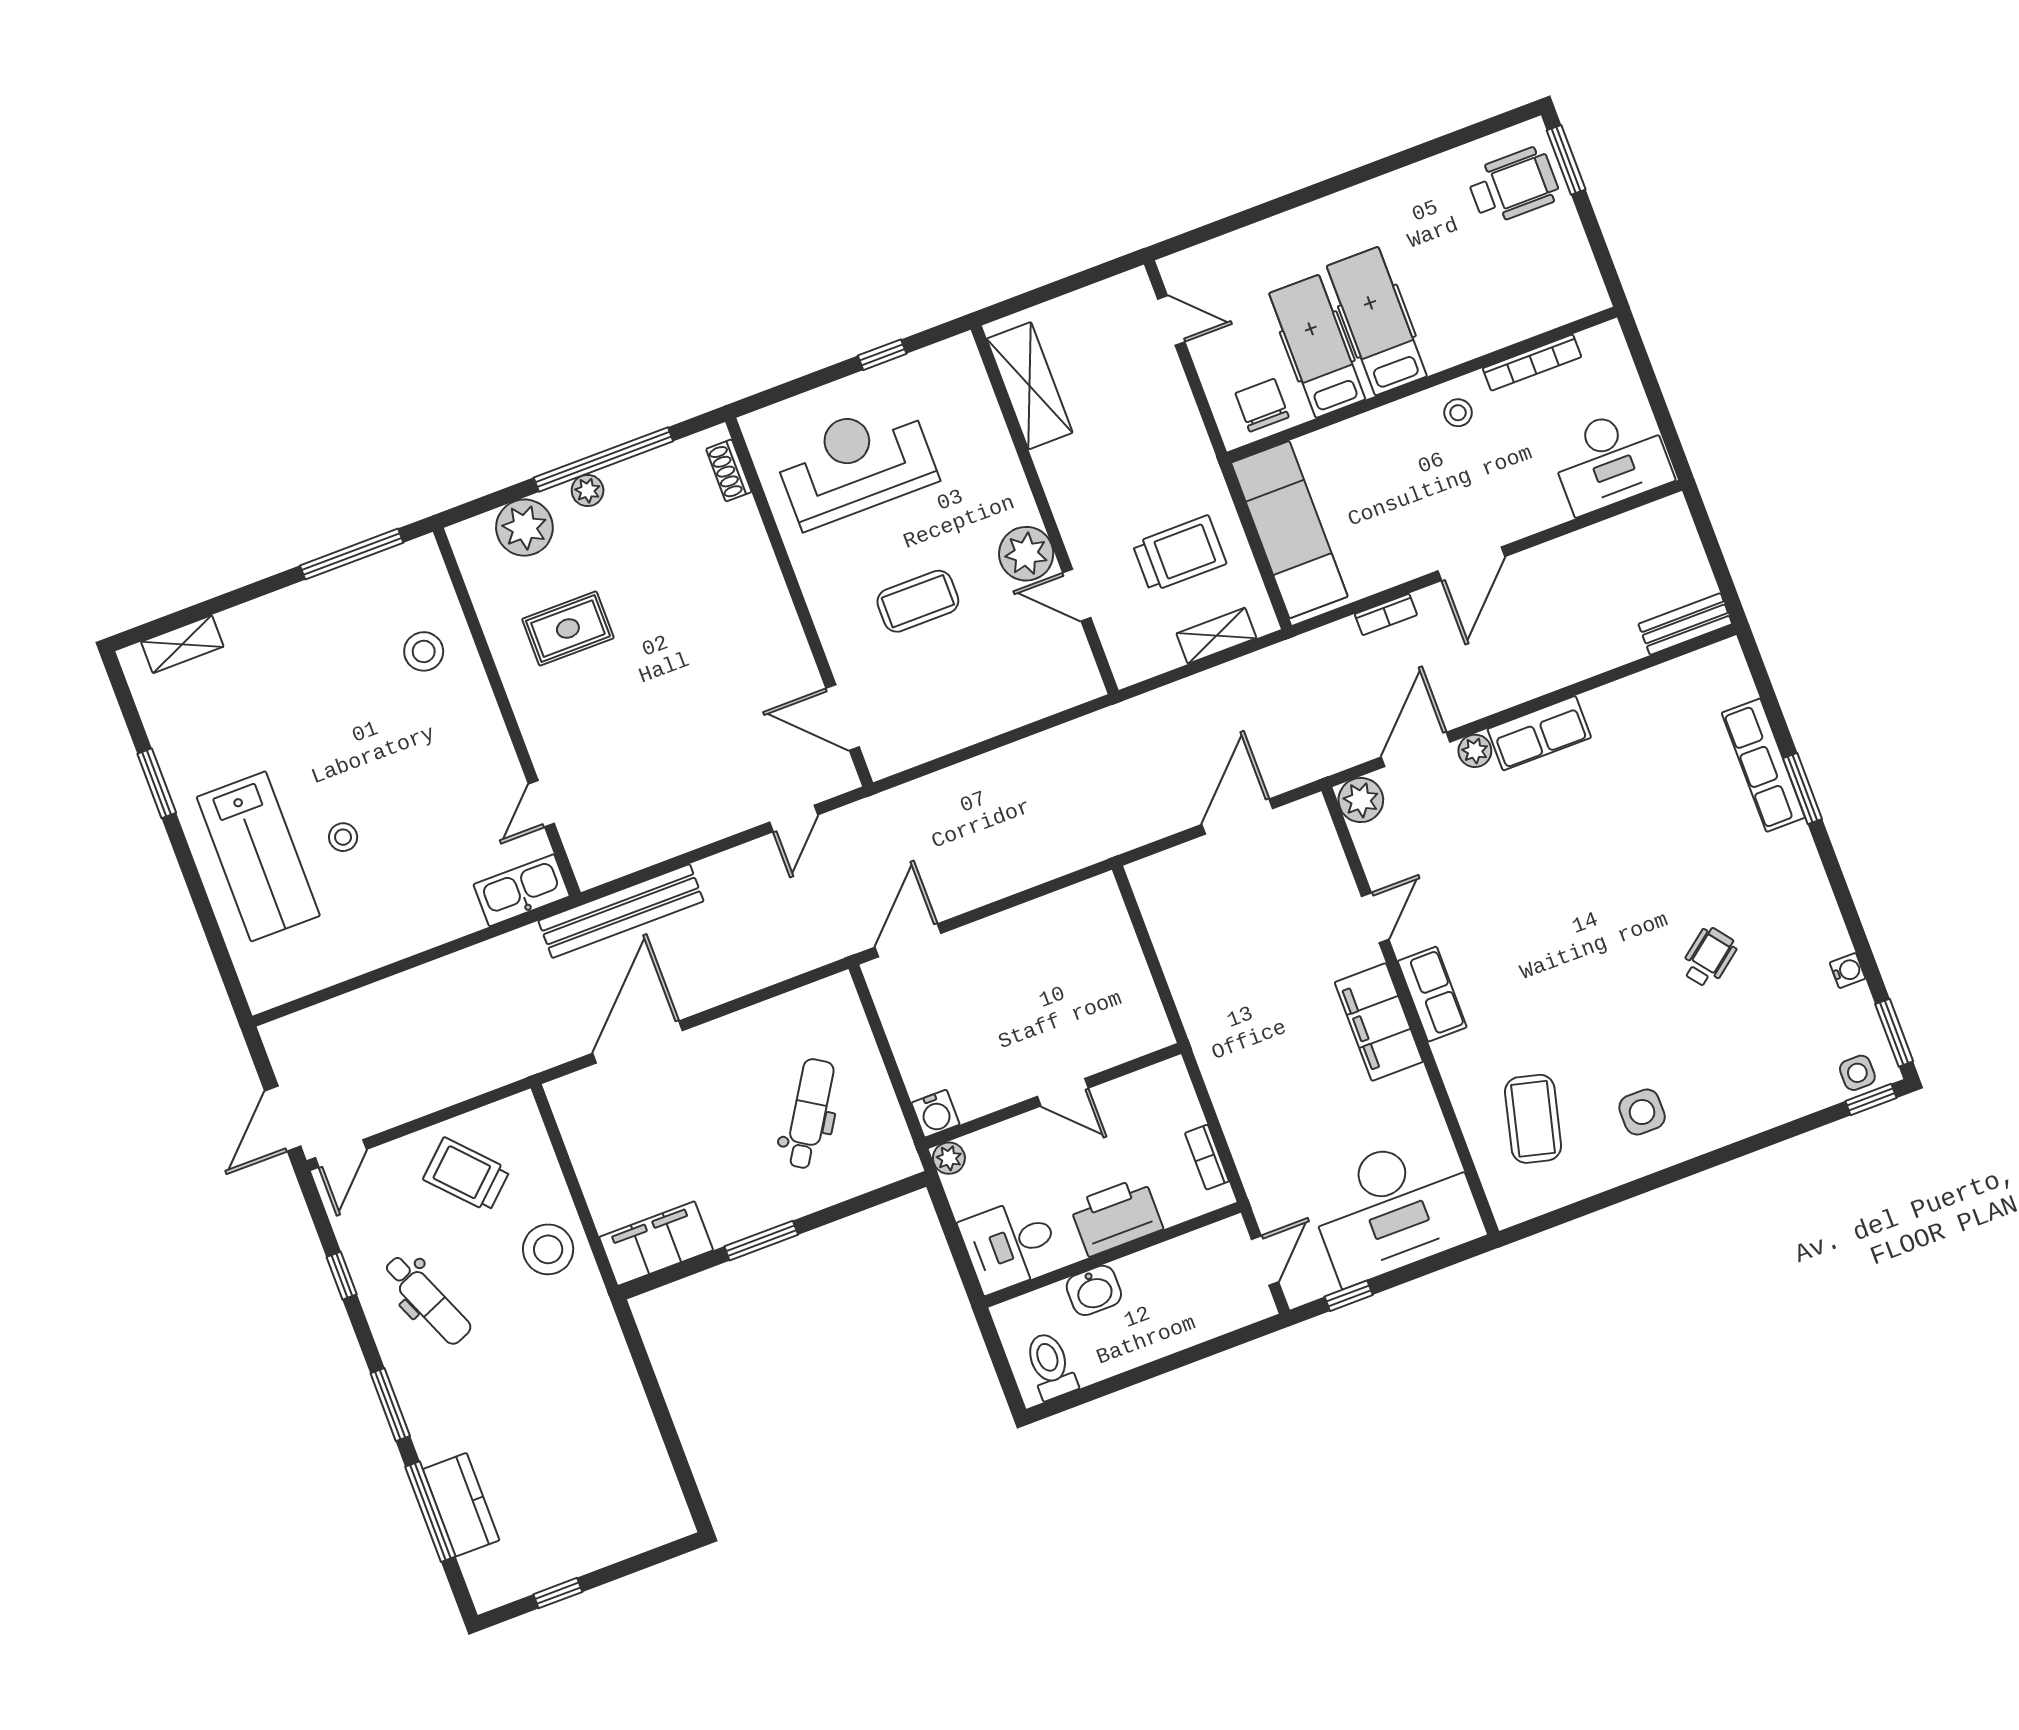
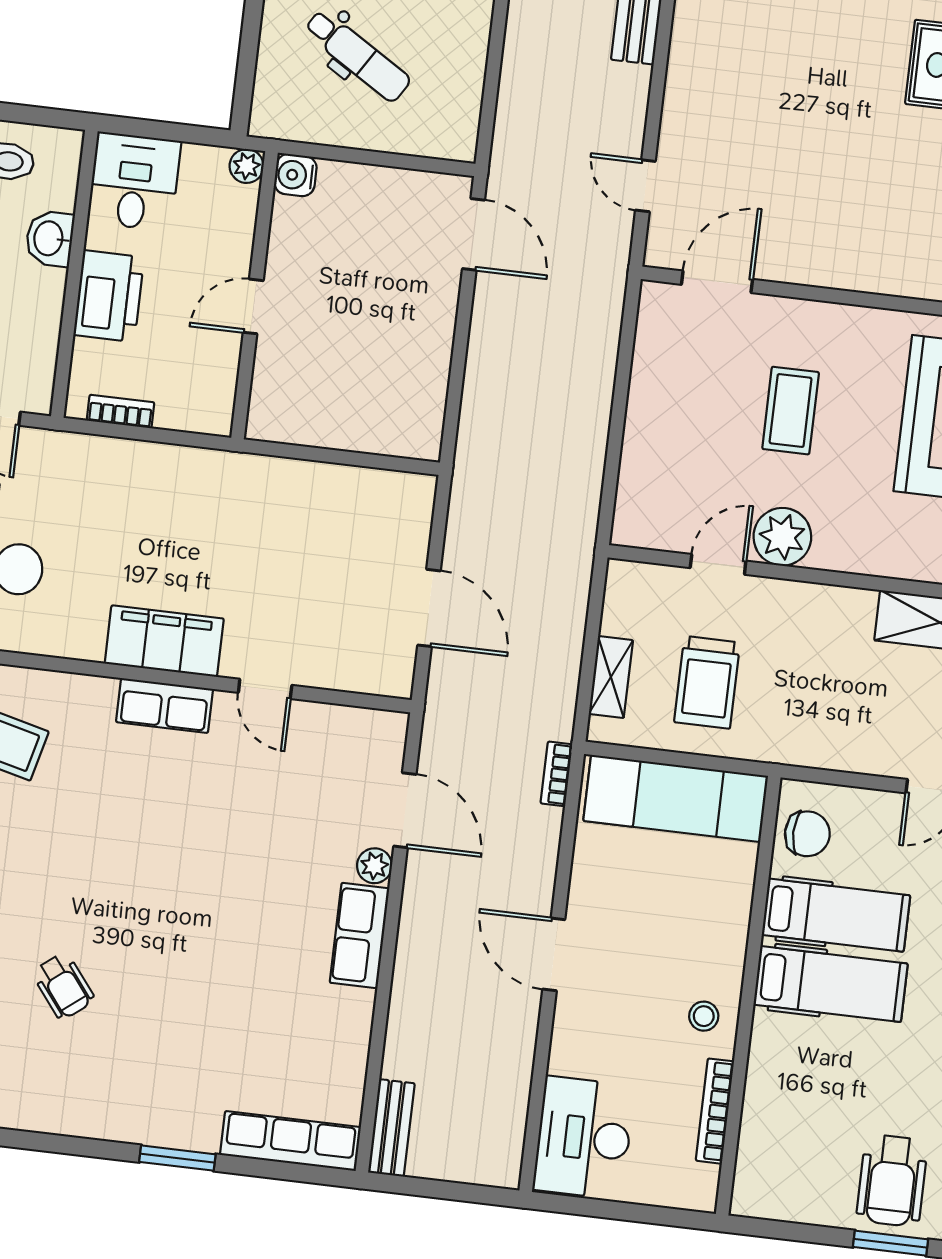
bookcase: (1386, 614) -> (557, 774), moved
row of seats: (1763, 765) -> (290, 1141), moved
plant: (1361, 800) -> (384, 733), removed

